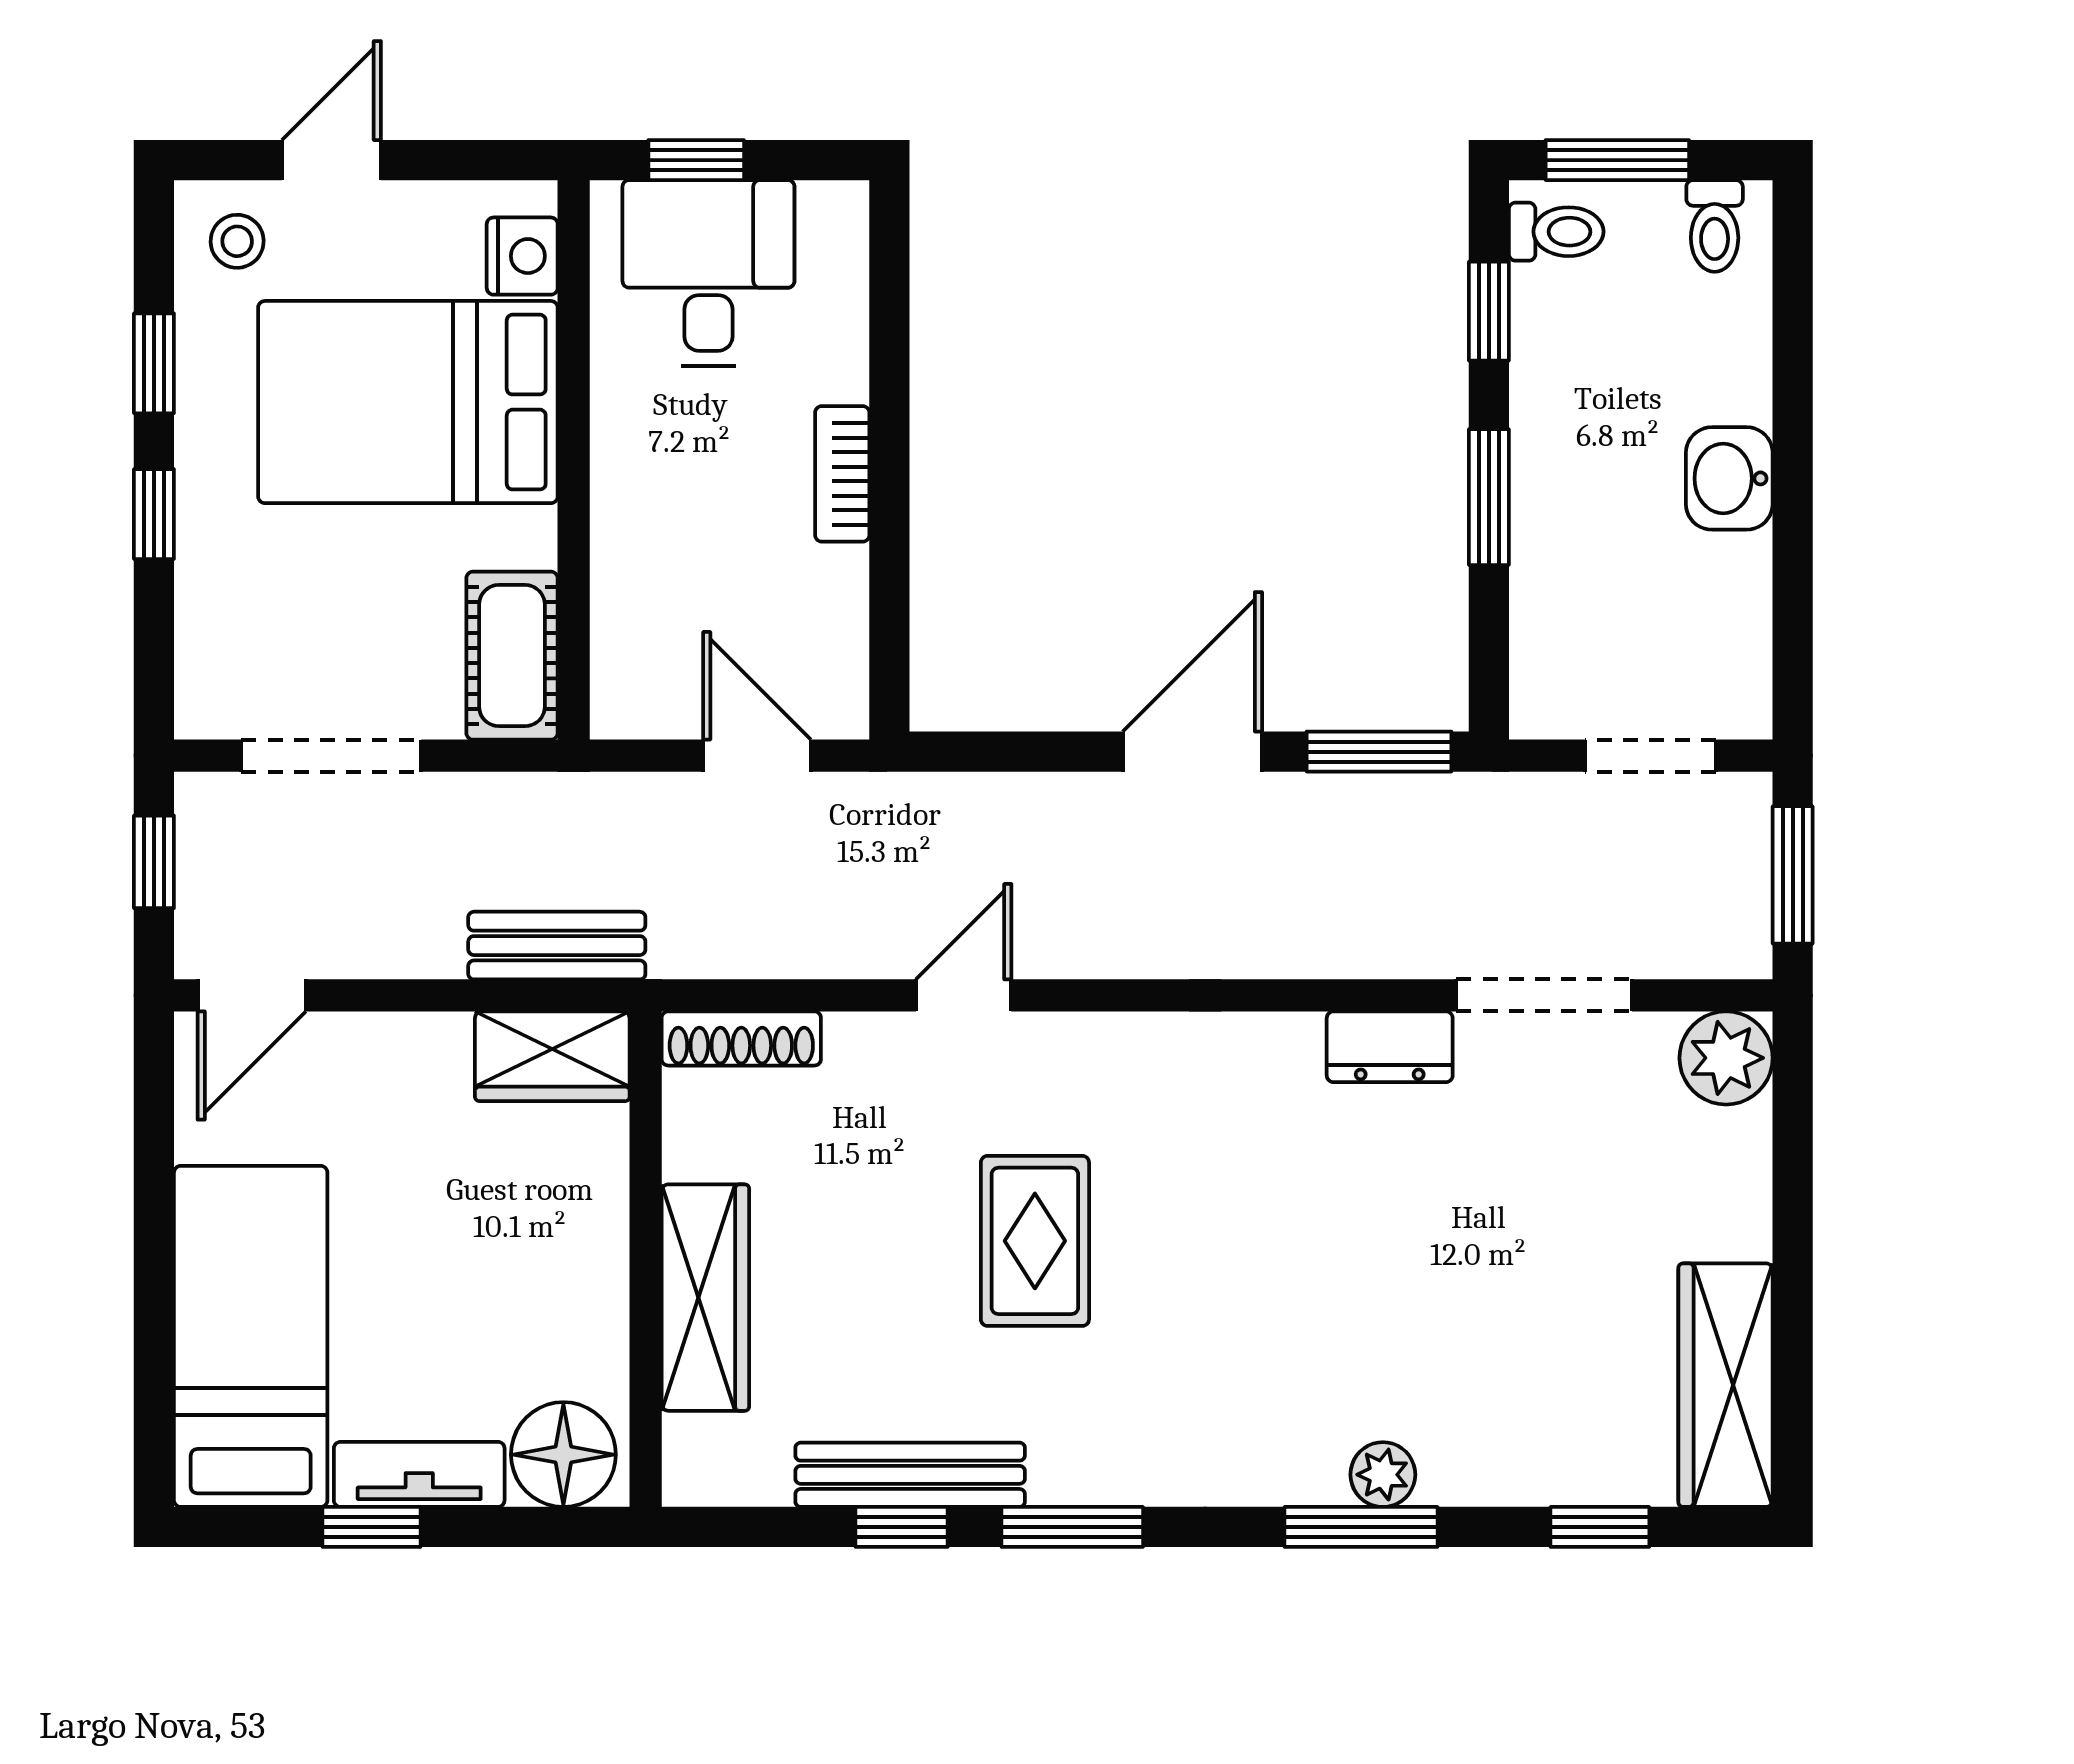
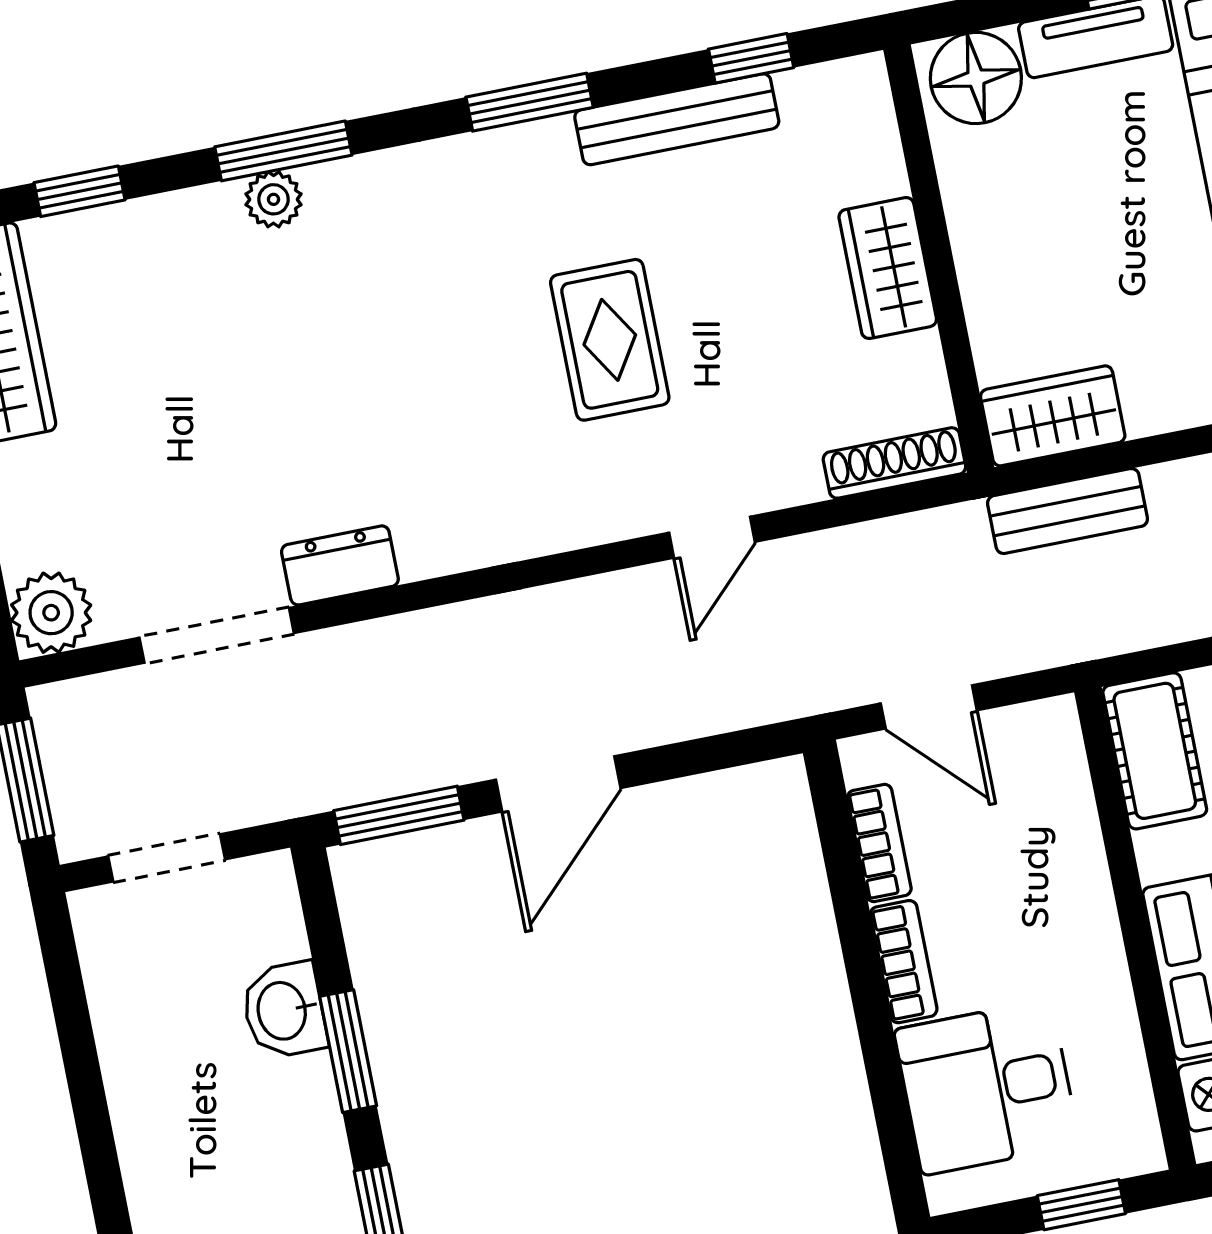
desk: (708, 273) -> (987, 1087), moved, turned 90
washbasin: (1729, 478) -> (284, 1010), moved, turned 180
bookcase: (843, 613) -> (879, 843), added
wardrobe: (705, 1298) -> (888, 268), width x0.67
window: (902, 1527) -> (751, 58), moved

